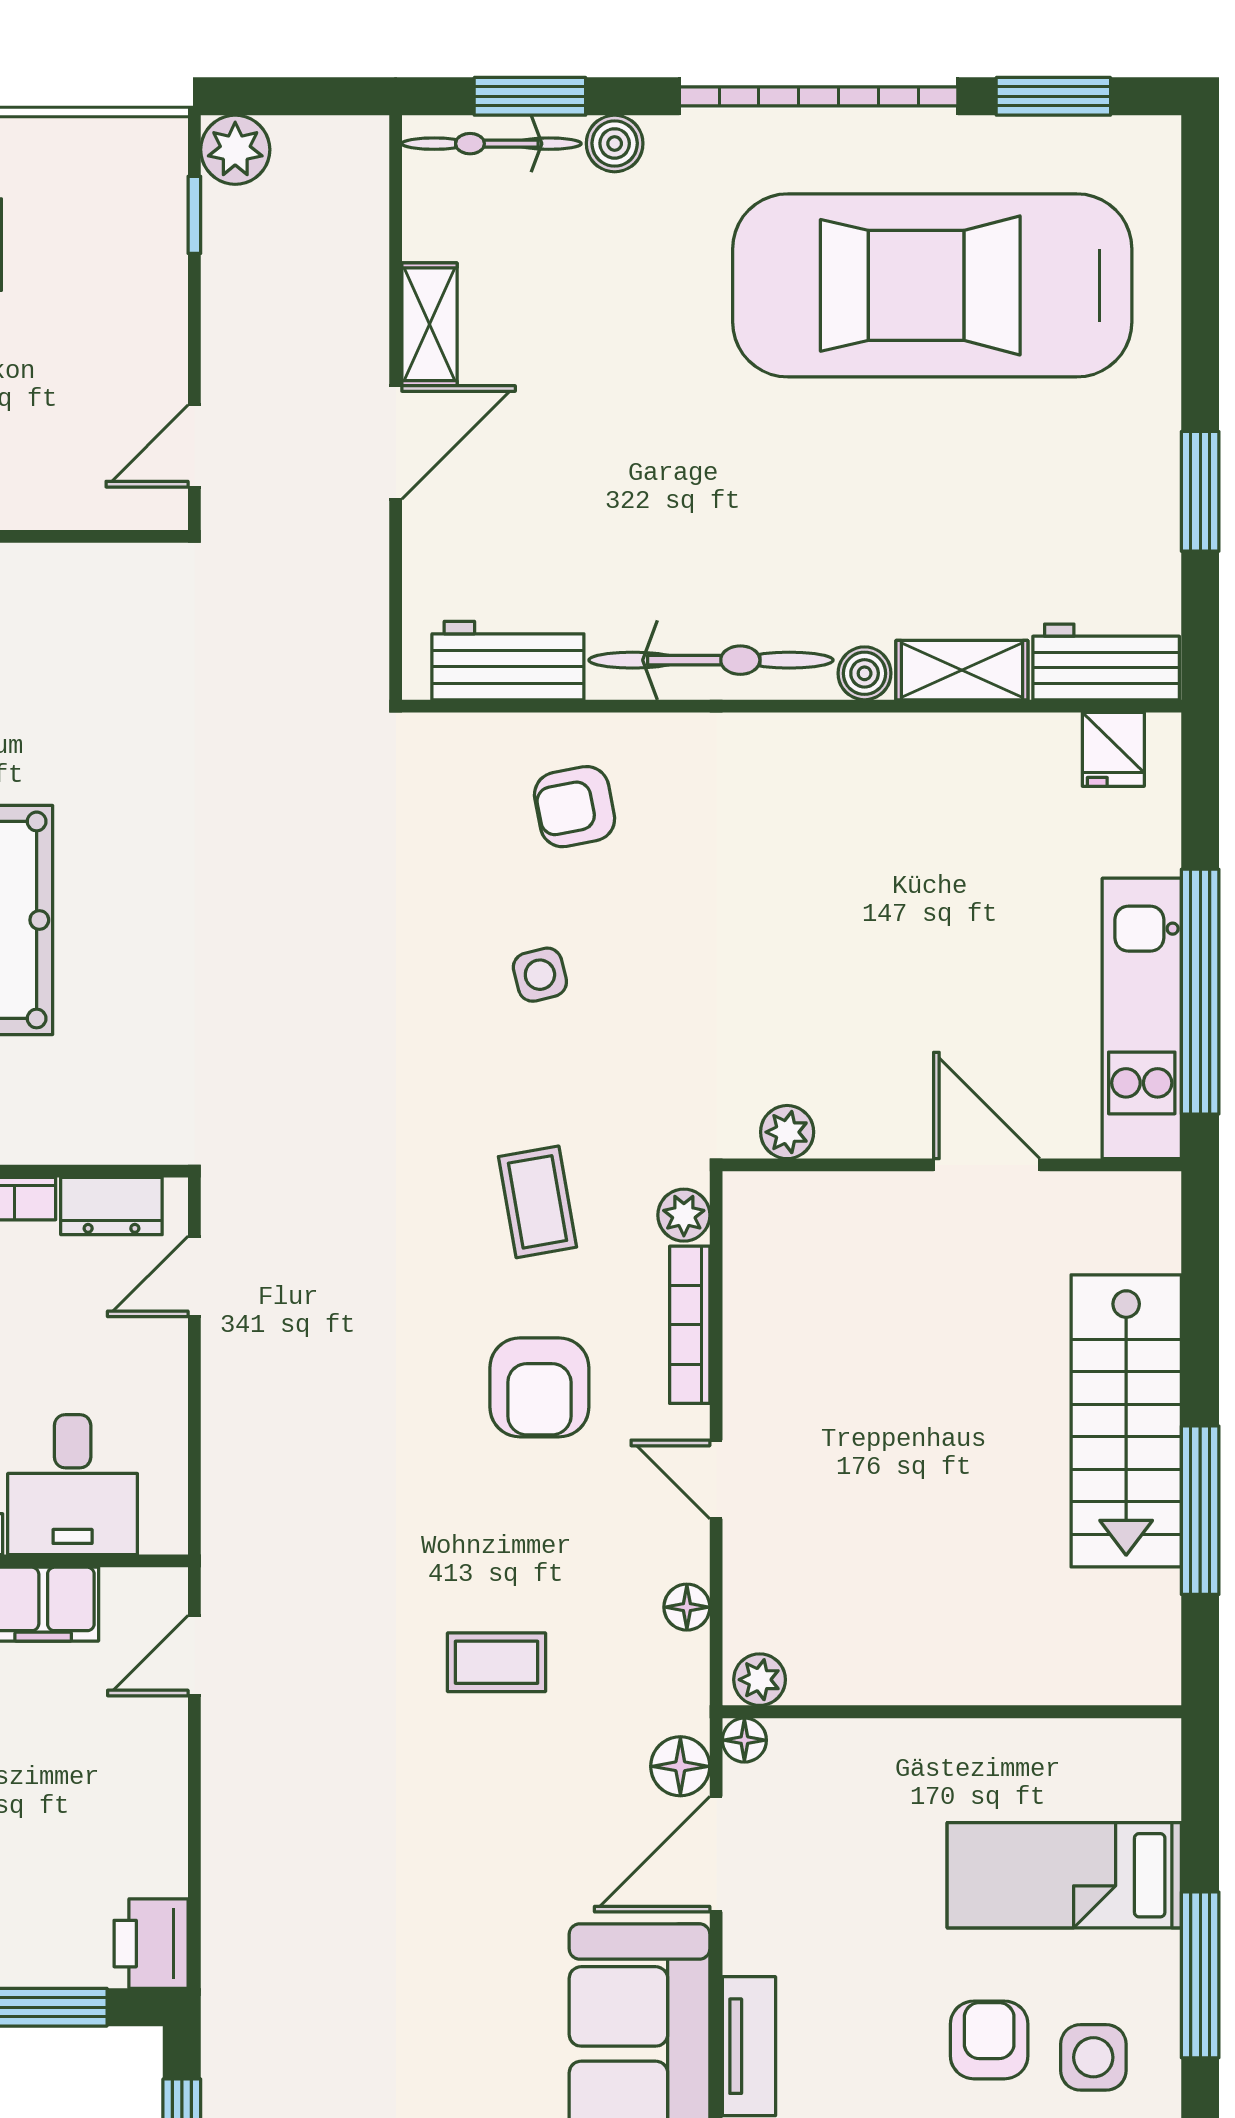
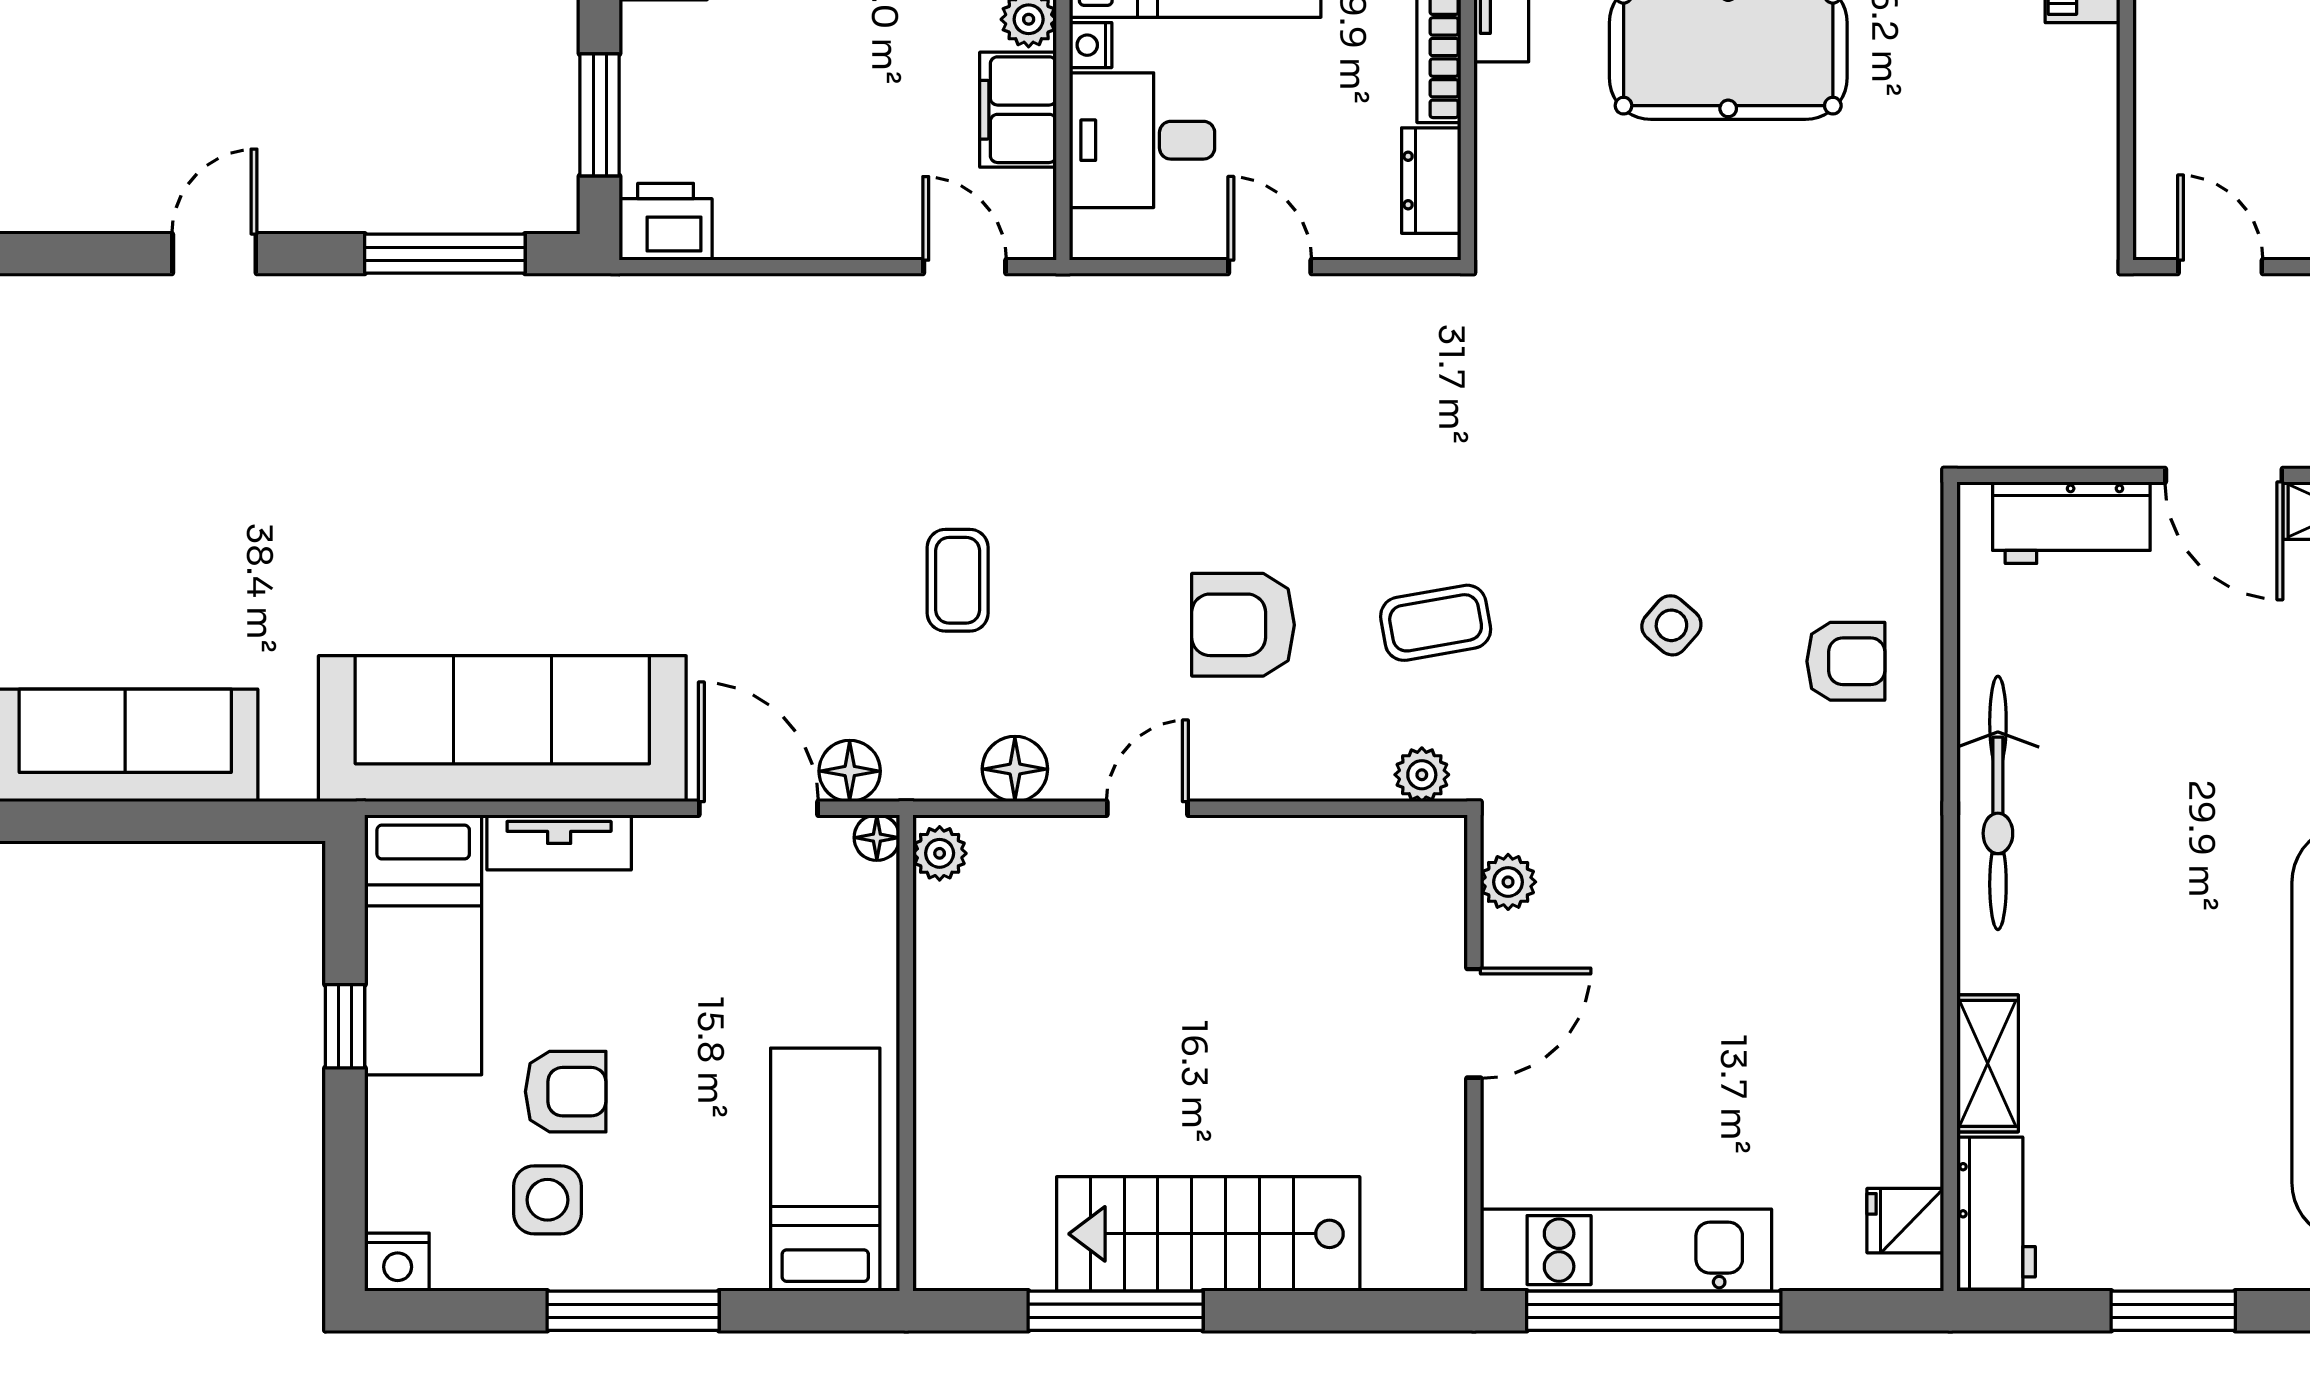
workbench: (508, 661) -> (2071, 523), moved, turned 90
boiler: (865, 673) -> (1984, 962), removed
armchair: (575, 807) -> (1846, 661), turned 101
side table: (540, 975) -> (1671, 625), turned -35
door: (987, 1165) -> (1474, 1023), moved
door: (194, 1276) -> (1270, 267), moved
bookcase: (690, 1325) -> (1308, 781), removed
floor lamp: (687, 1607) -> (1015, 769), width x1.37, depth x1.37
bed: (1064, 1875) -> (825, 1170), moved

